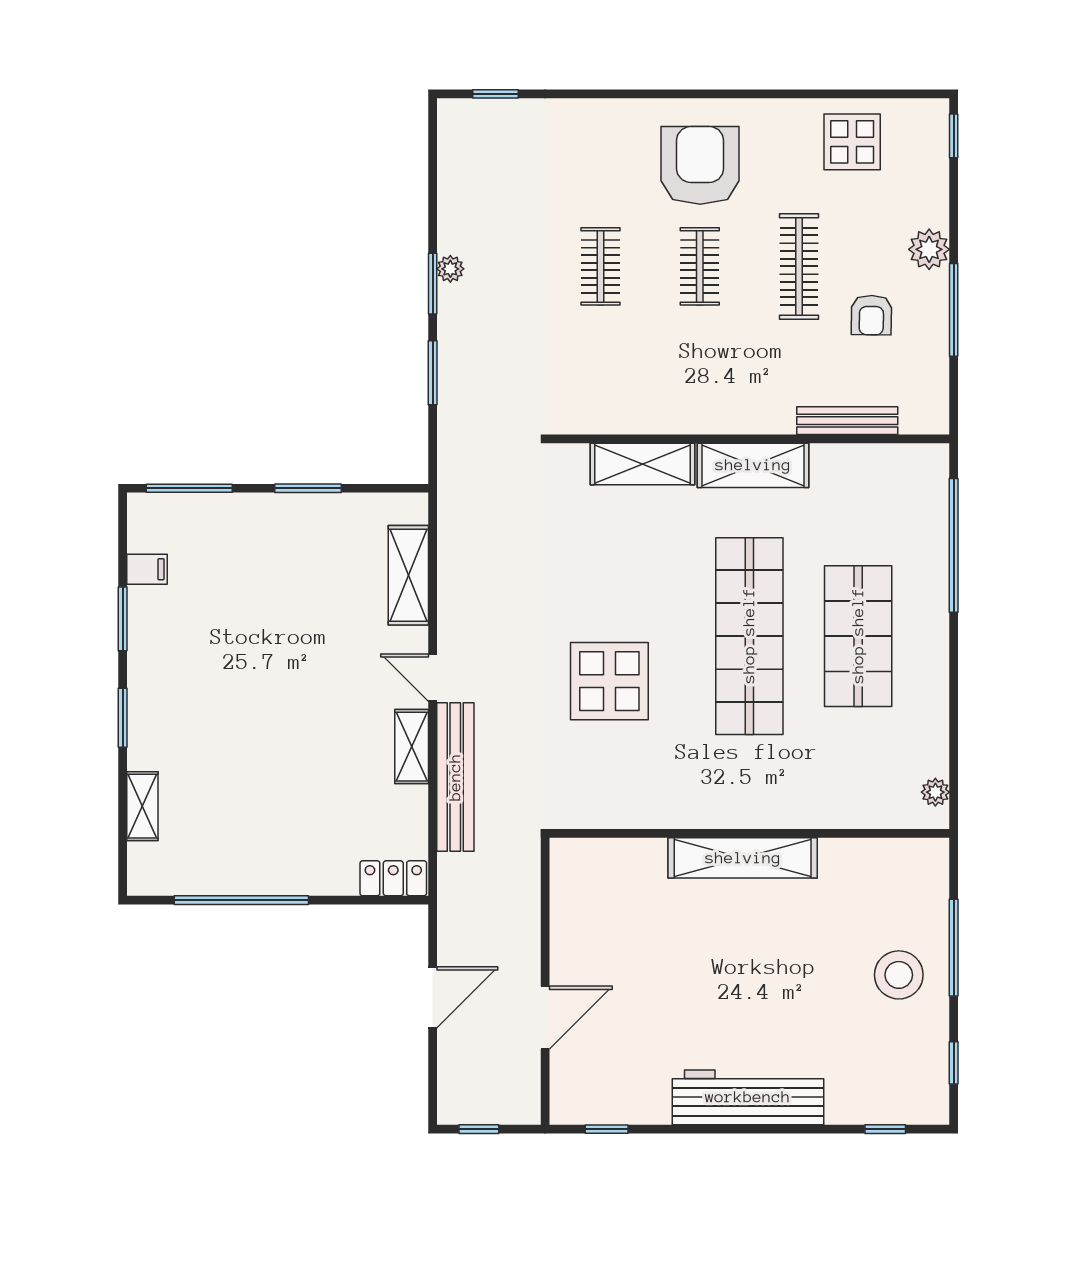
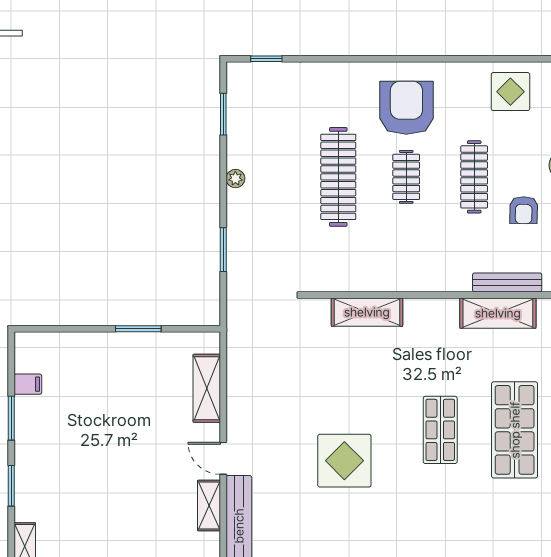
clothes rail: (601, 266) -> (338, 177), width x1.86, depth x1.31
window: (433, 284) -> (223, 114), moved
shelving: (753, 465) -> (498, 313), moved
window: (189, 488) -> (57, 329), removed
shop shelf: (749, 636) -> (440, 430), width x0.50, depth x0.74

